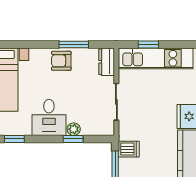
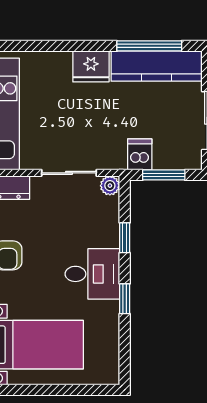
plant: (74, 129) -> (110, 186), moved
window: (14, 139) -> (125, 299), moved

